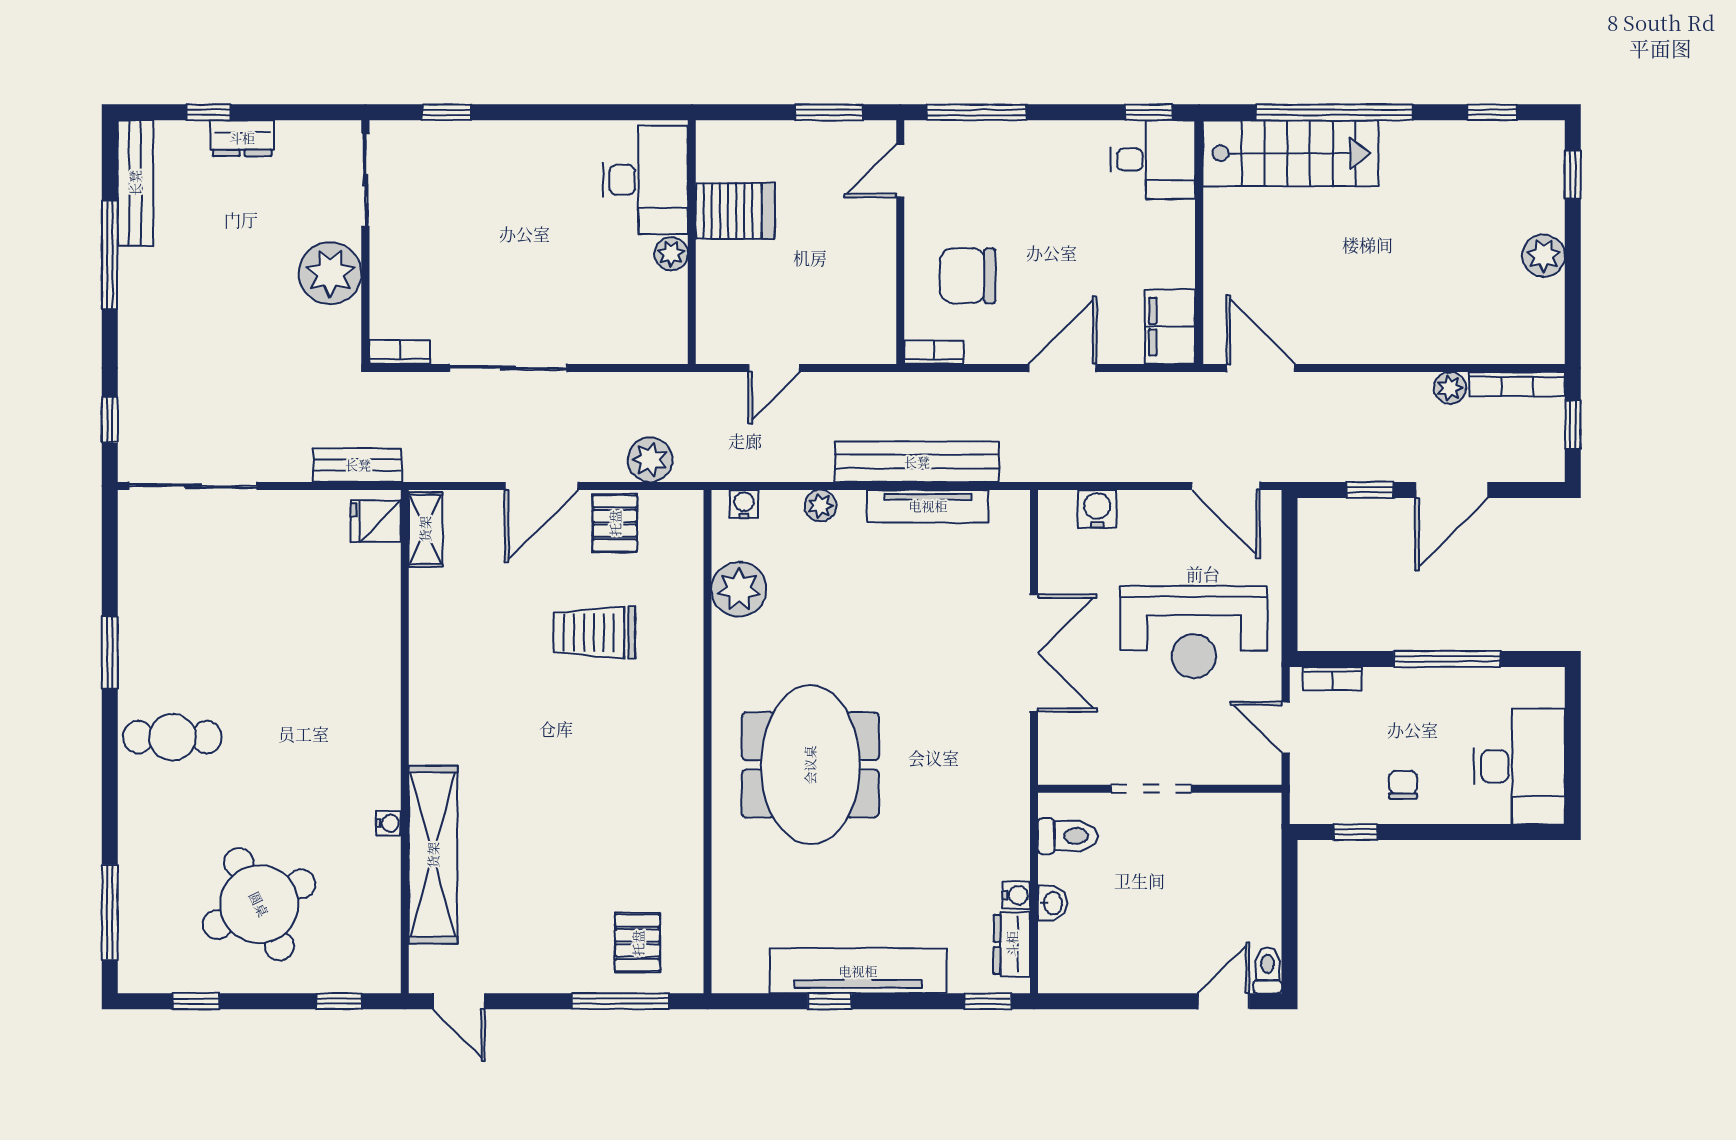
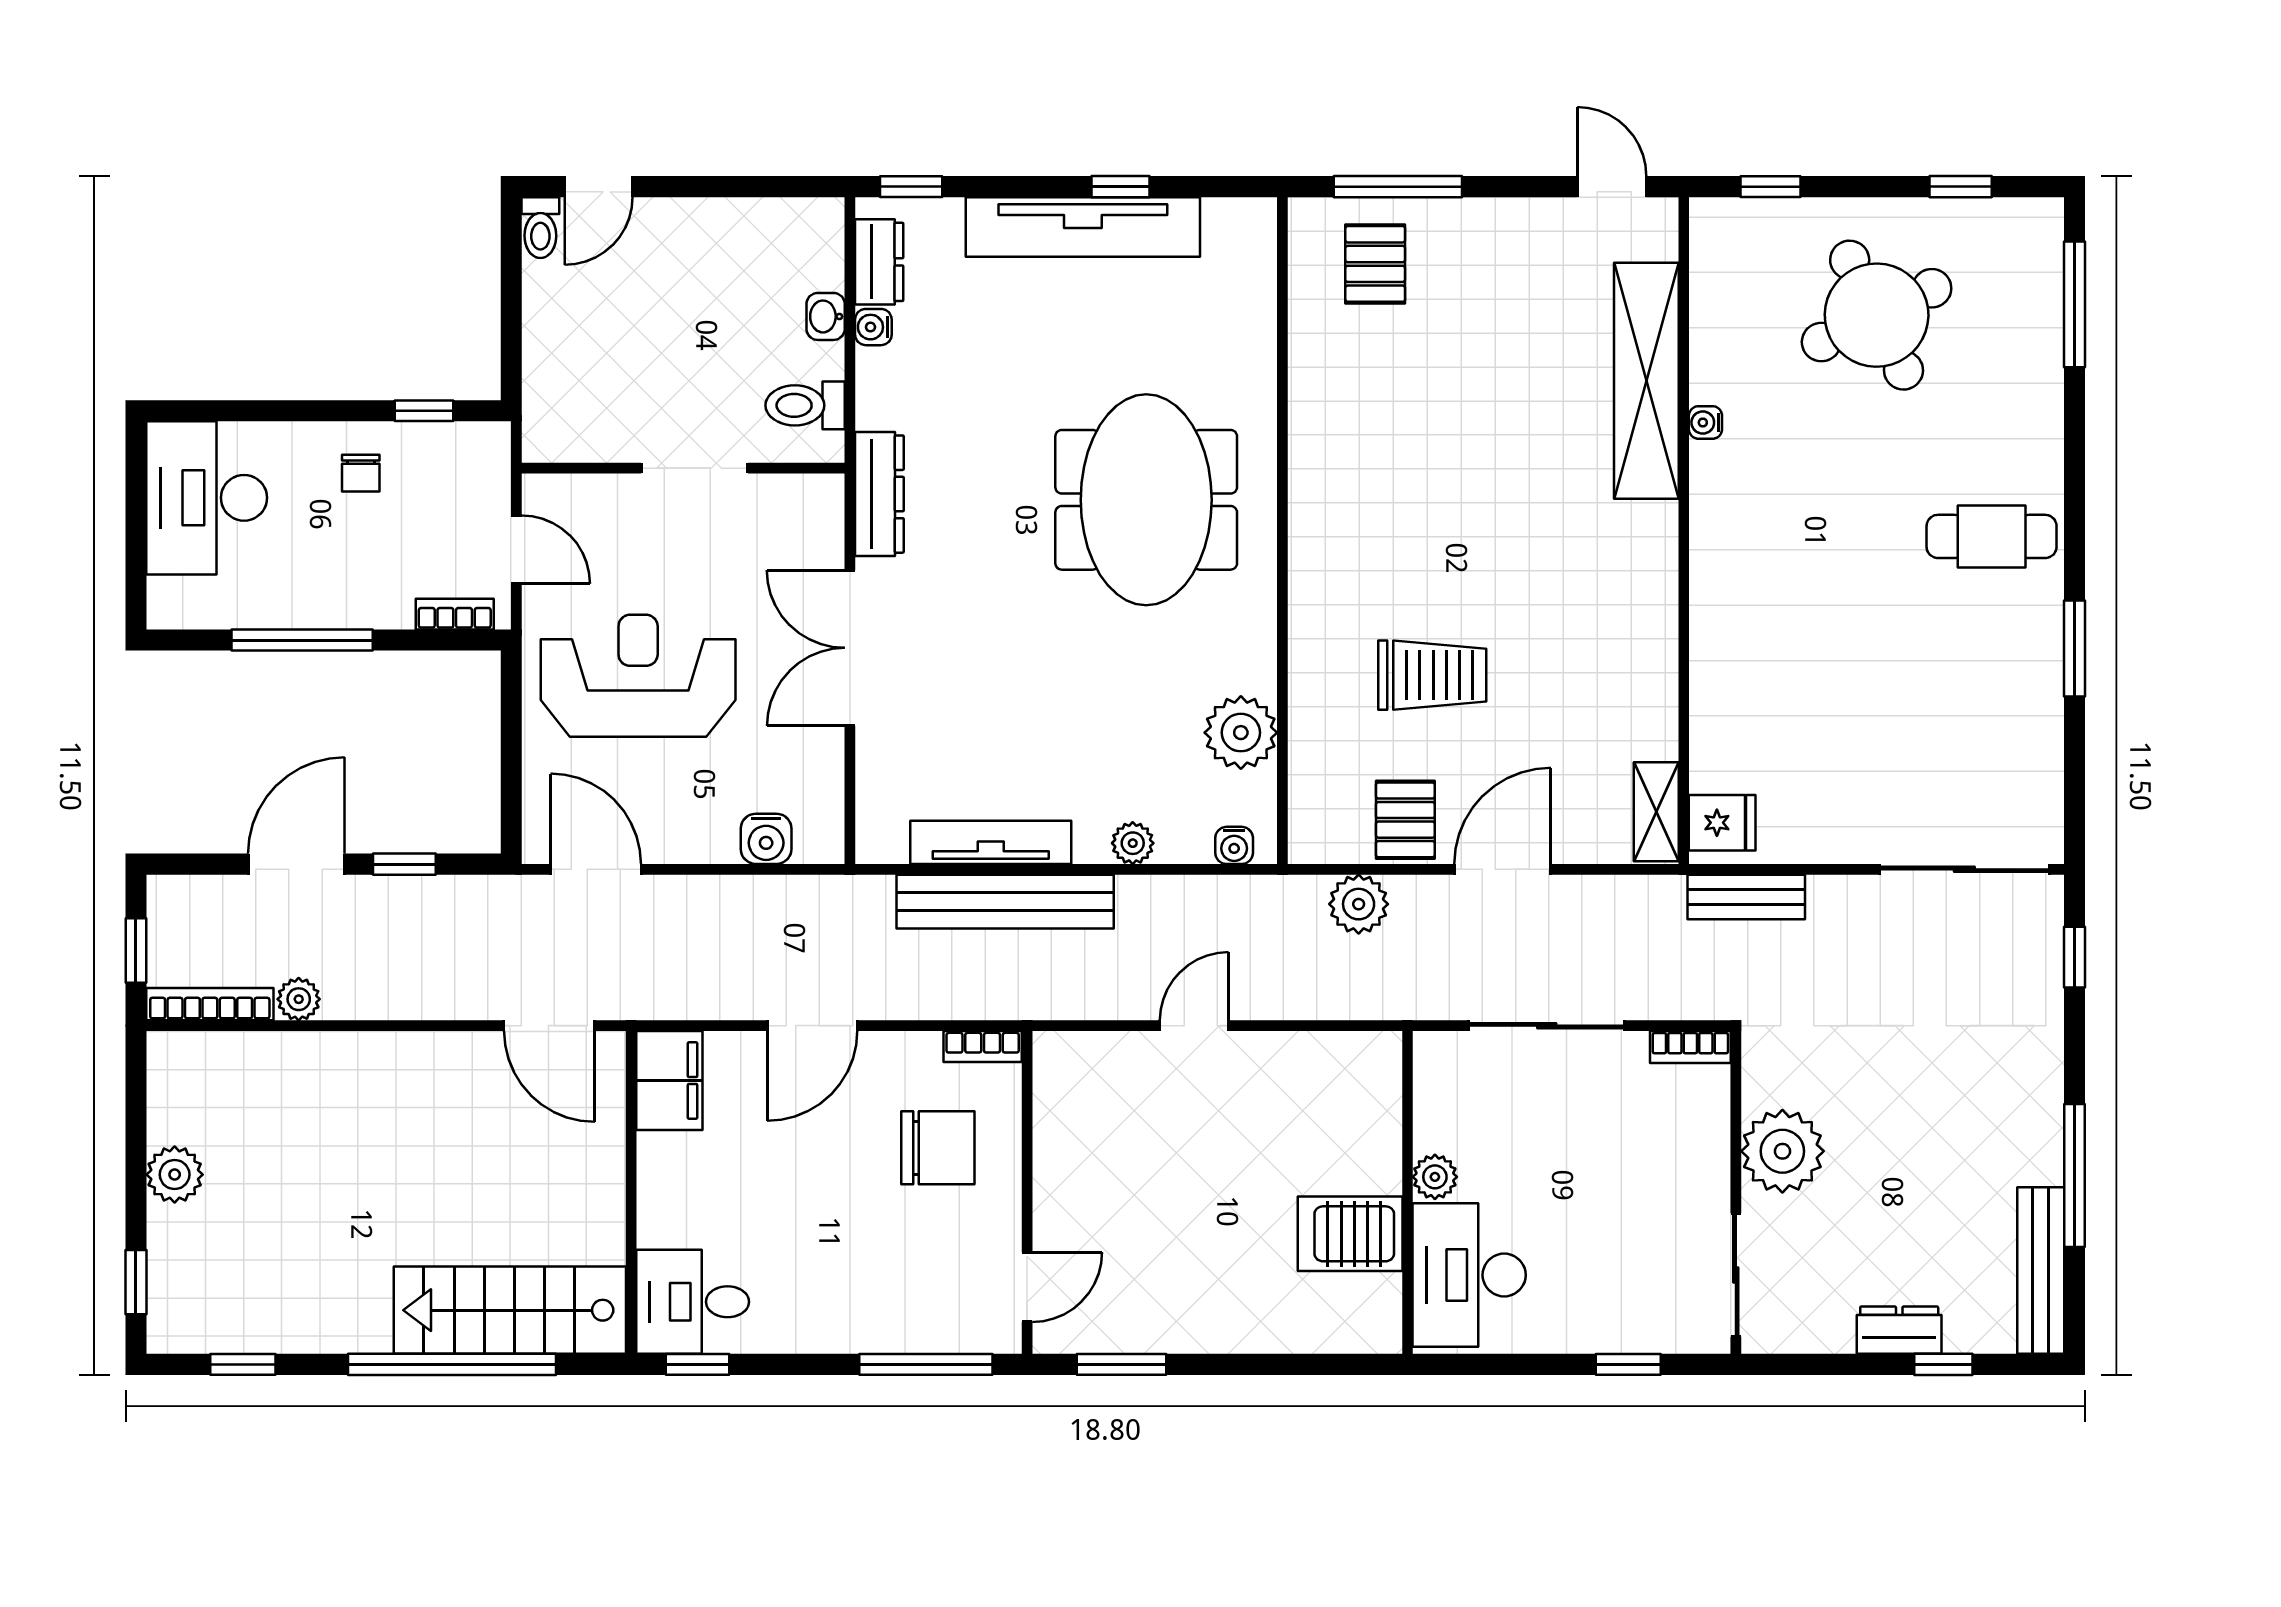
desk: (645, 180) -> (1469, 1275), moved
server rack: (735, 211) -> (1350, 1234), moved
wall: (692, 242) -> (1408, 1192), moved
plant: (671, 254) -> (1435, 1177), moved
dresser: (1012, 769) -> (879, 494), added

